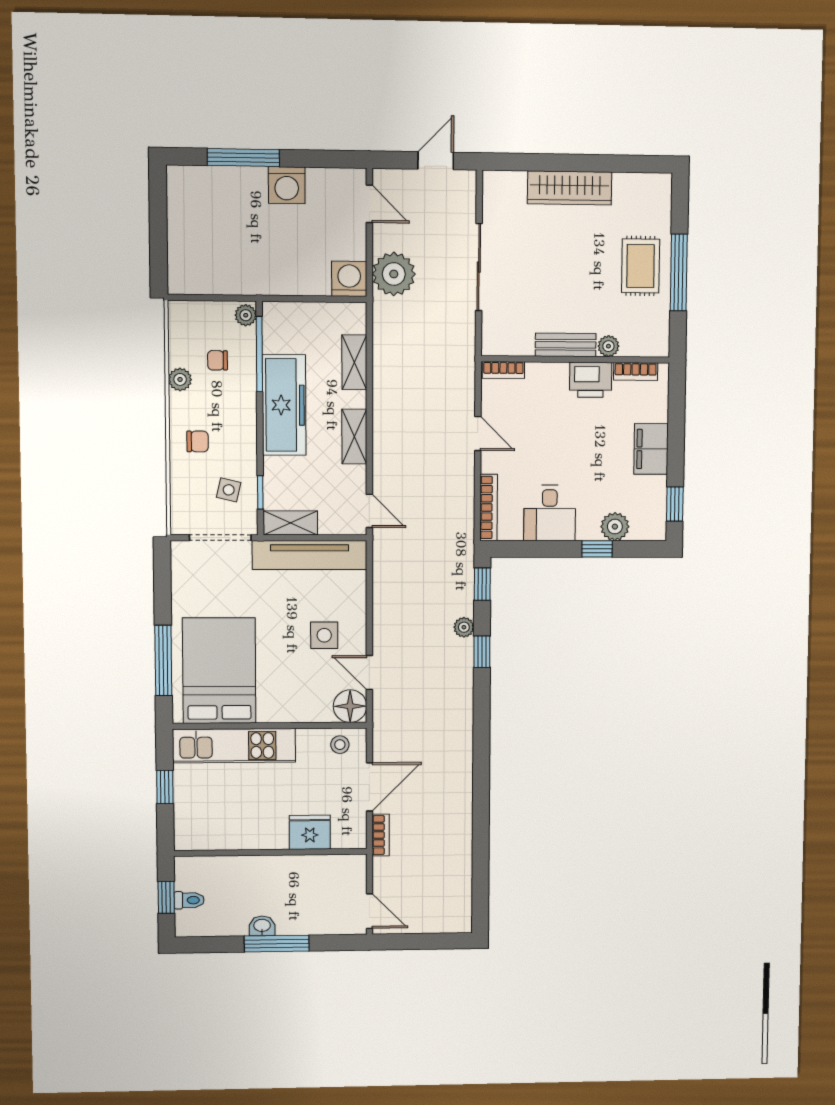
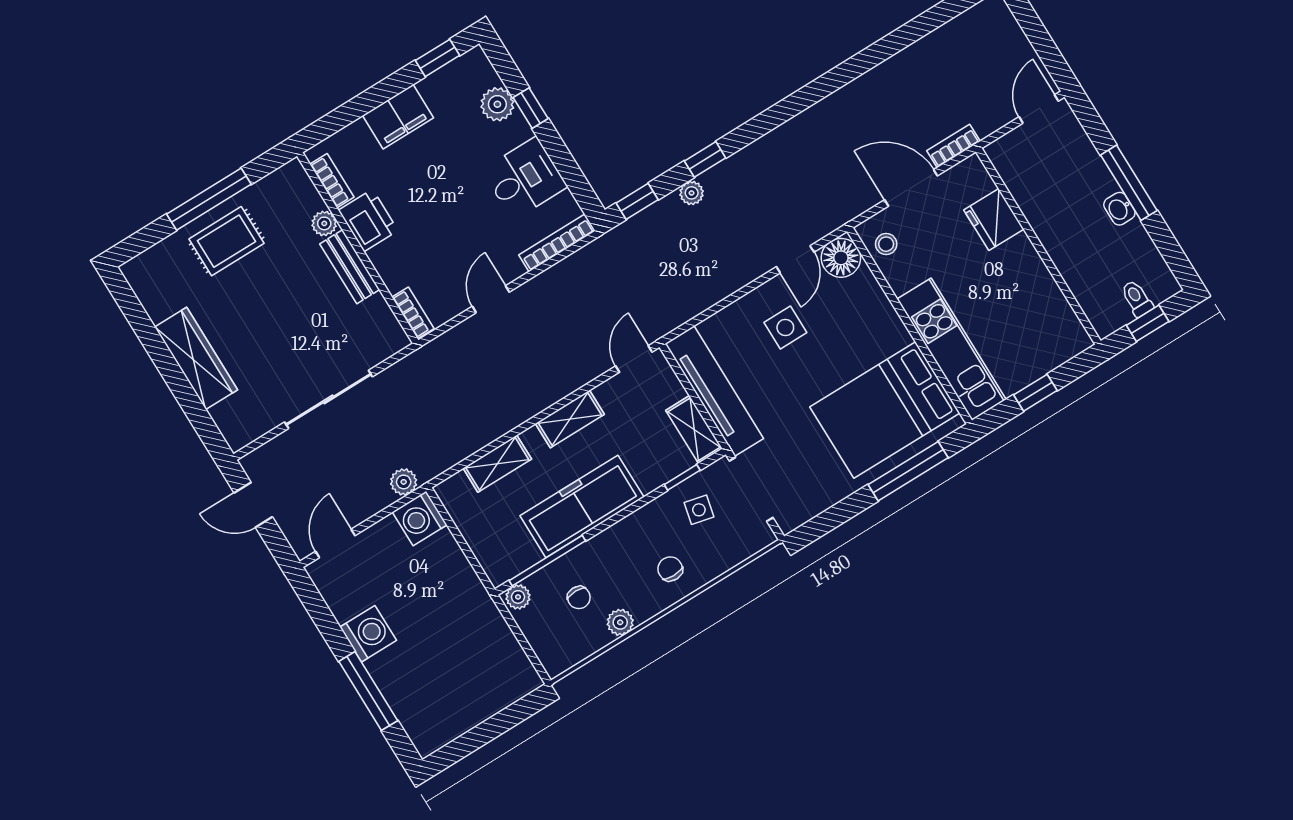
plant: (394, 274) -> (404, 482), width x0.53, depth x0.53

